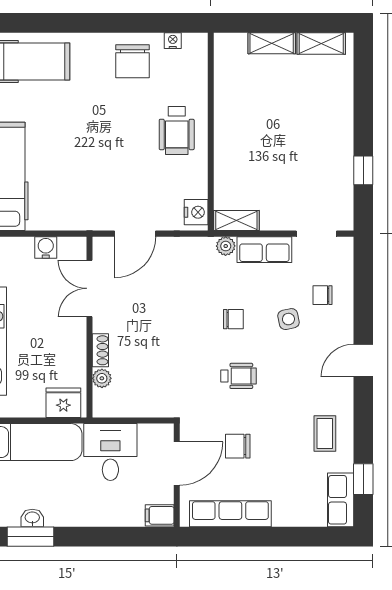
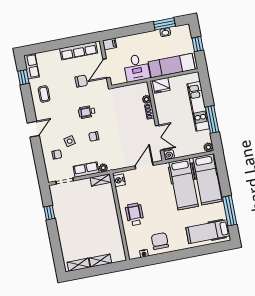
hospital bed: (56, 176) -> (184, 184), added
water cooler: (46, 247) -> (169, 155), moved

